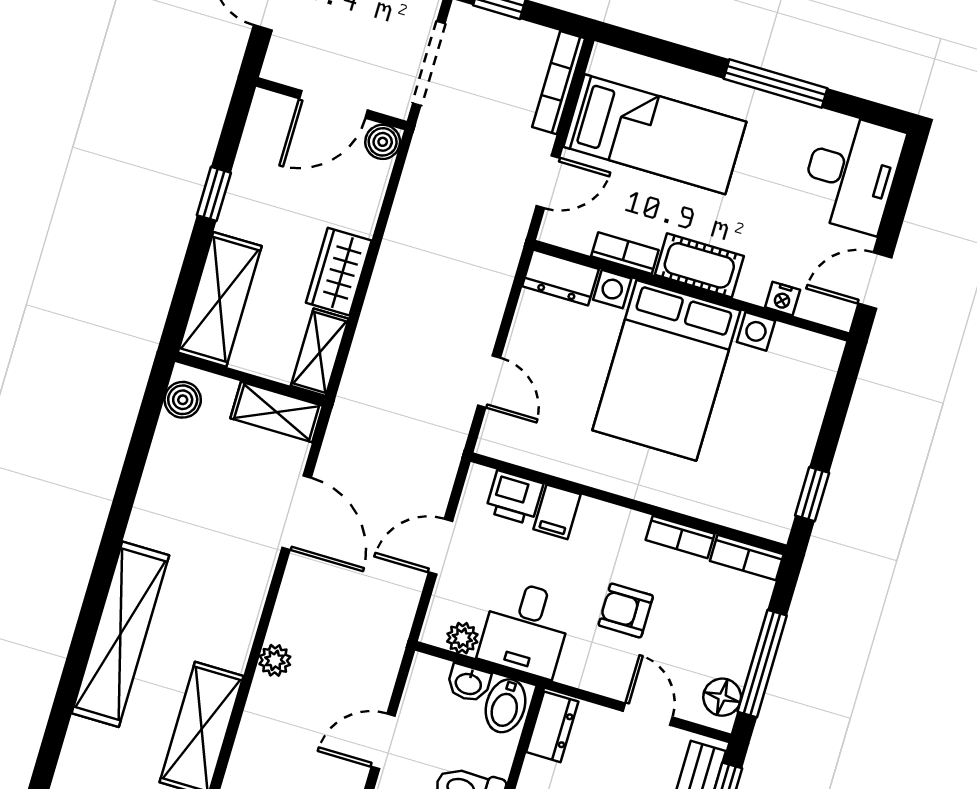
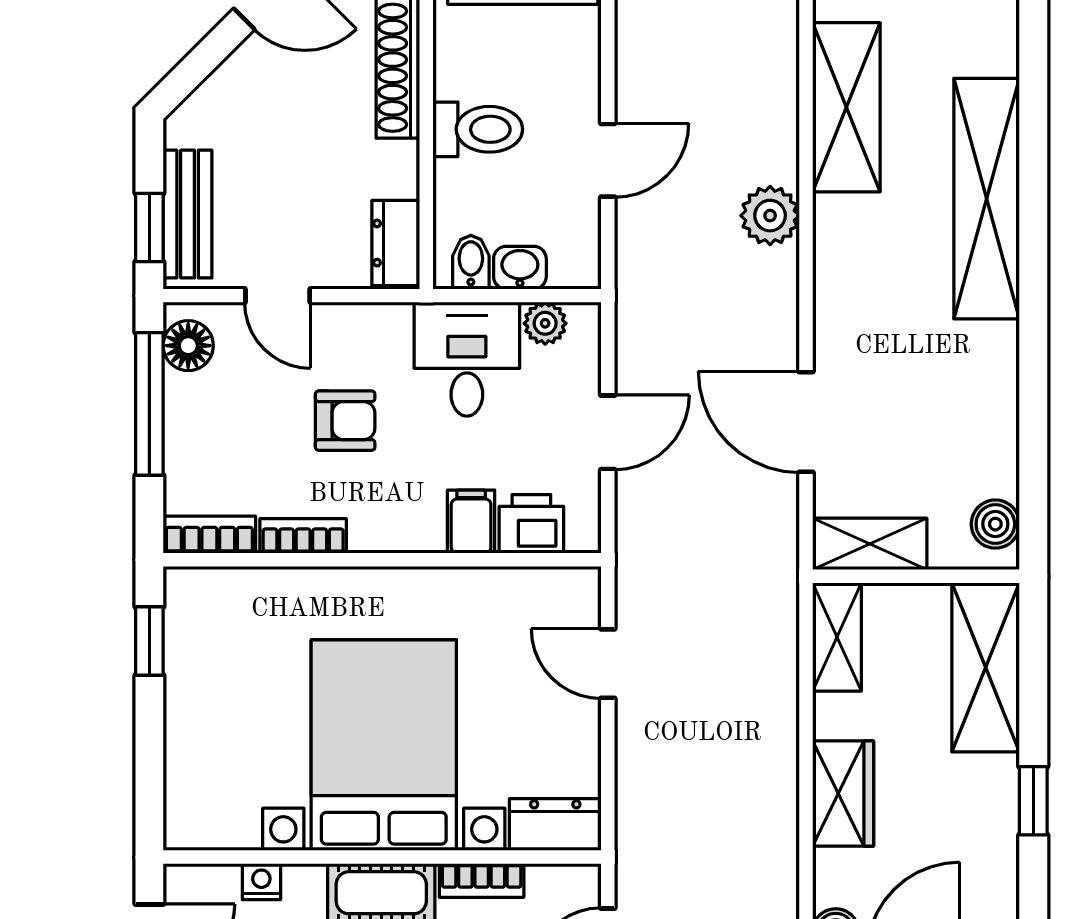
wardrobe: (339, 272) -> (843, 793), moved
plant: (275, 660) -> (770, 216), width x1.38, depth x1.38
bidet: (505, 706) -> (471, 262), width x0.72, depth x0.74

